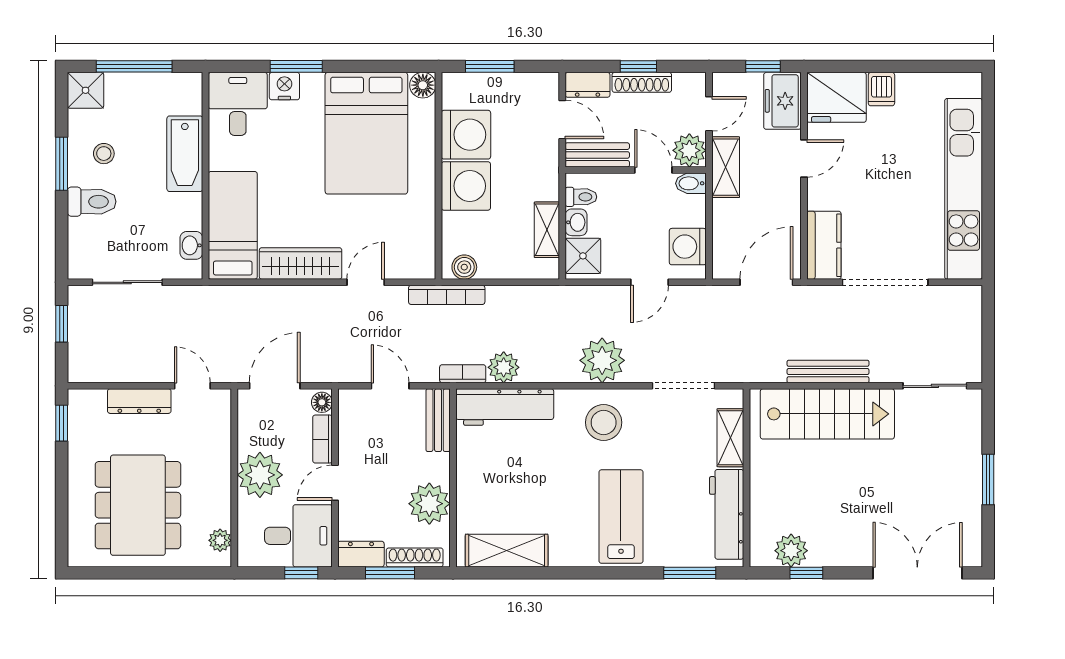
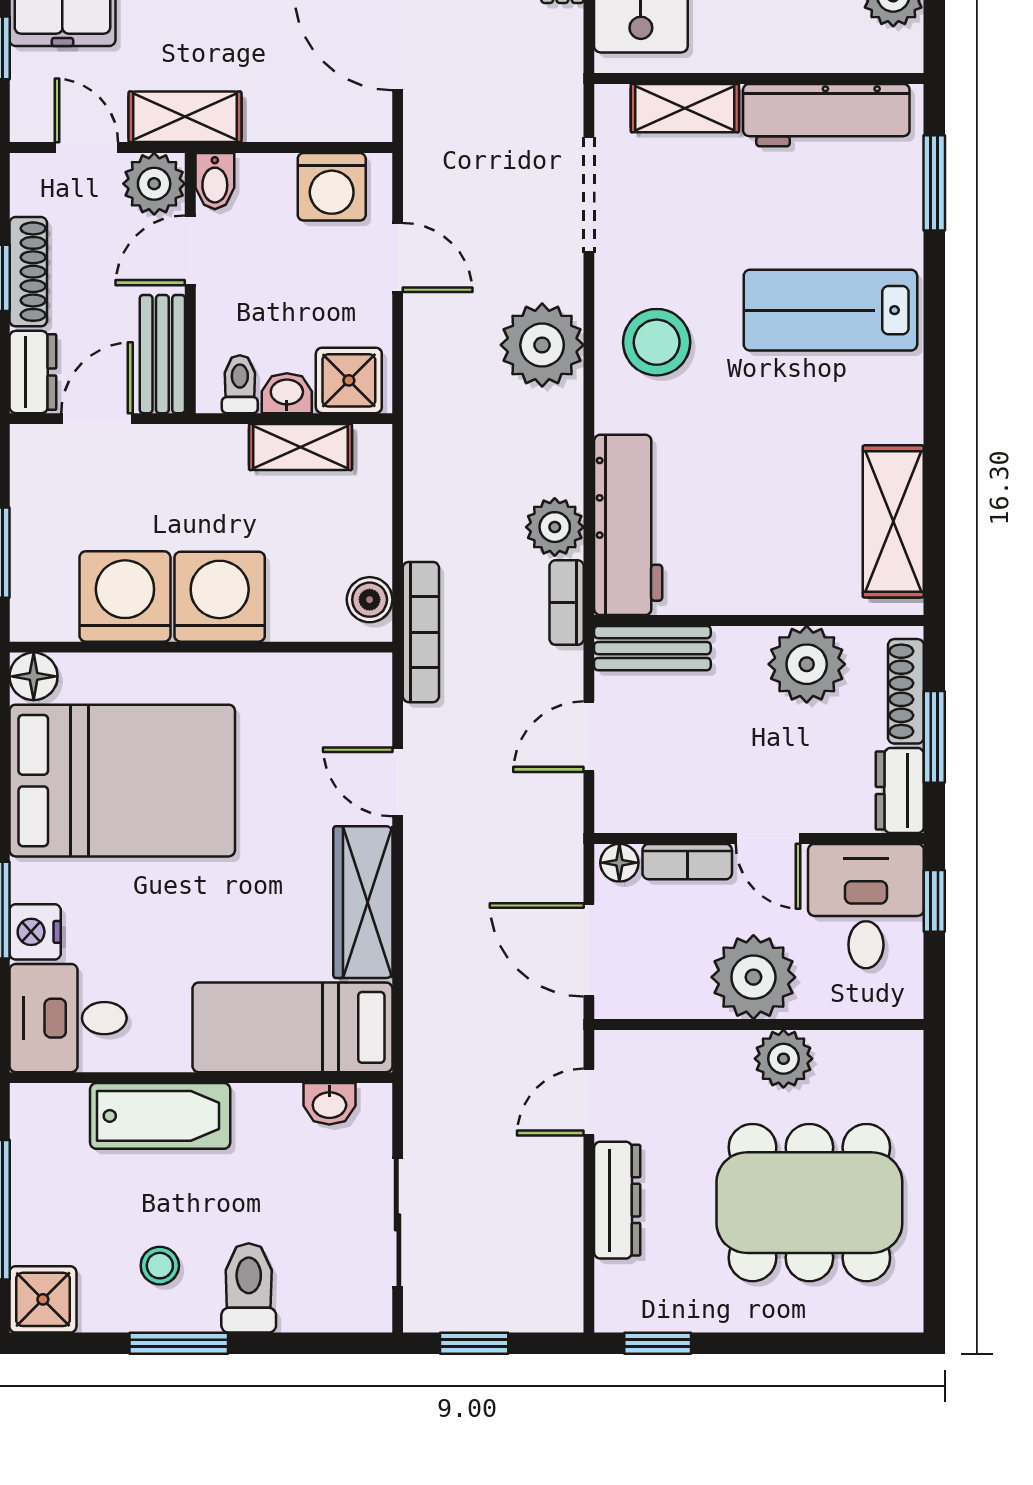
plant: (220, 540) -> (783, 1059), moved, width x1.38, depth x1.38

